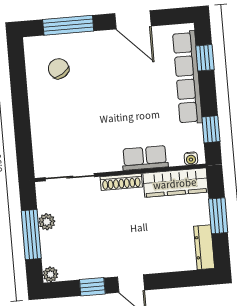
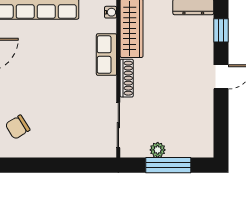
plant: (50, 274) -> (206, 150), removed
window: (92, 287) -> (221, 30), moved

